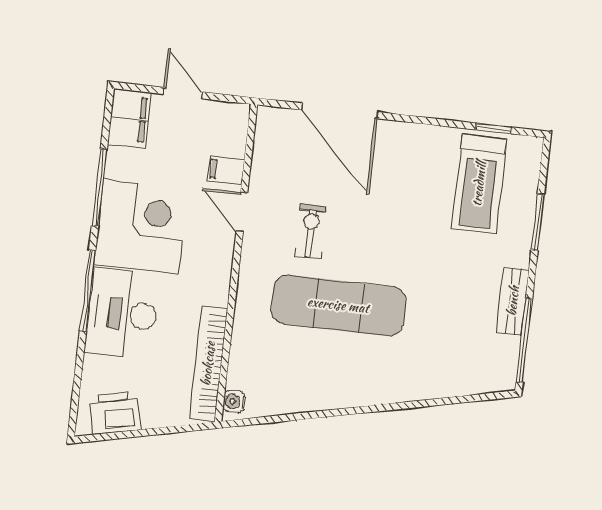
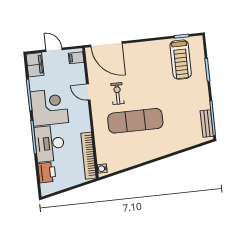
door: (340, 111) -> (106, 44), moved
filing cabinet: (226, 170) -> (76, 58), moved
bench: (513, 301) -> (207, 123), moved
printer: (115, 413) -> (47, 172), moved, turned 102

